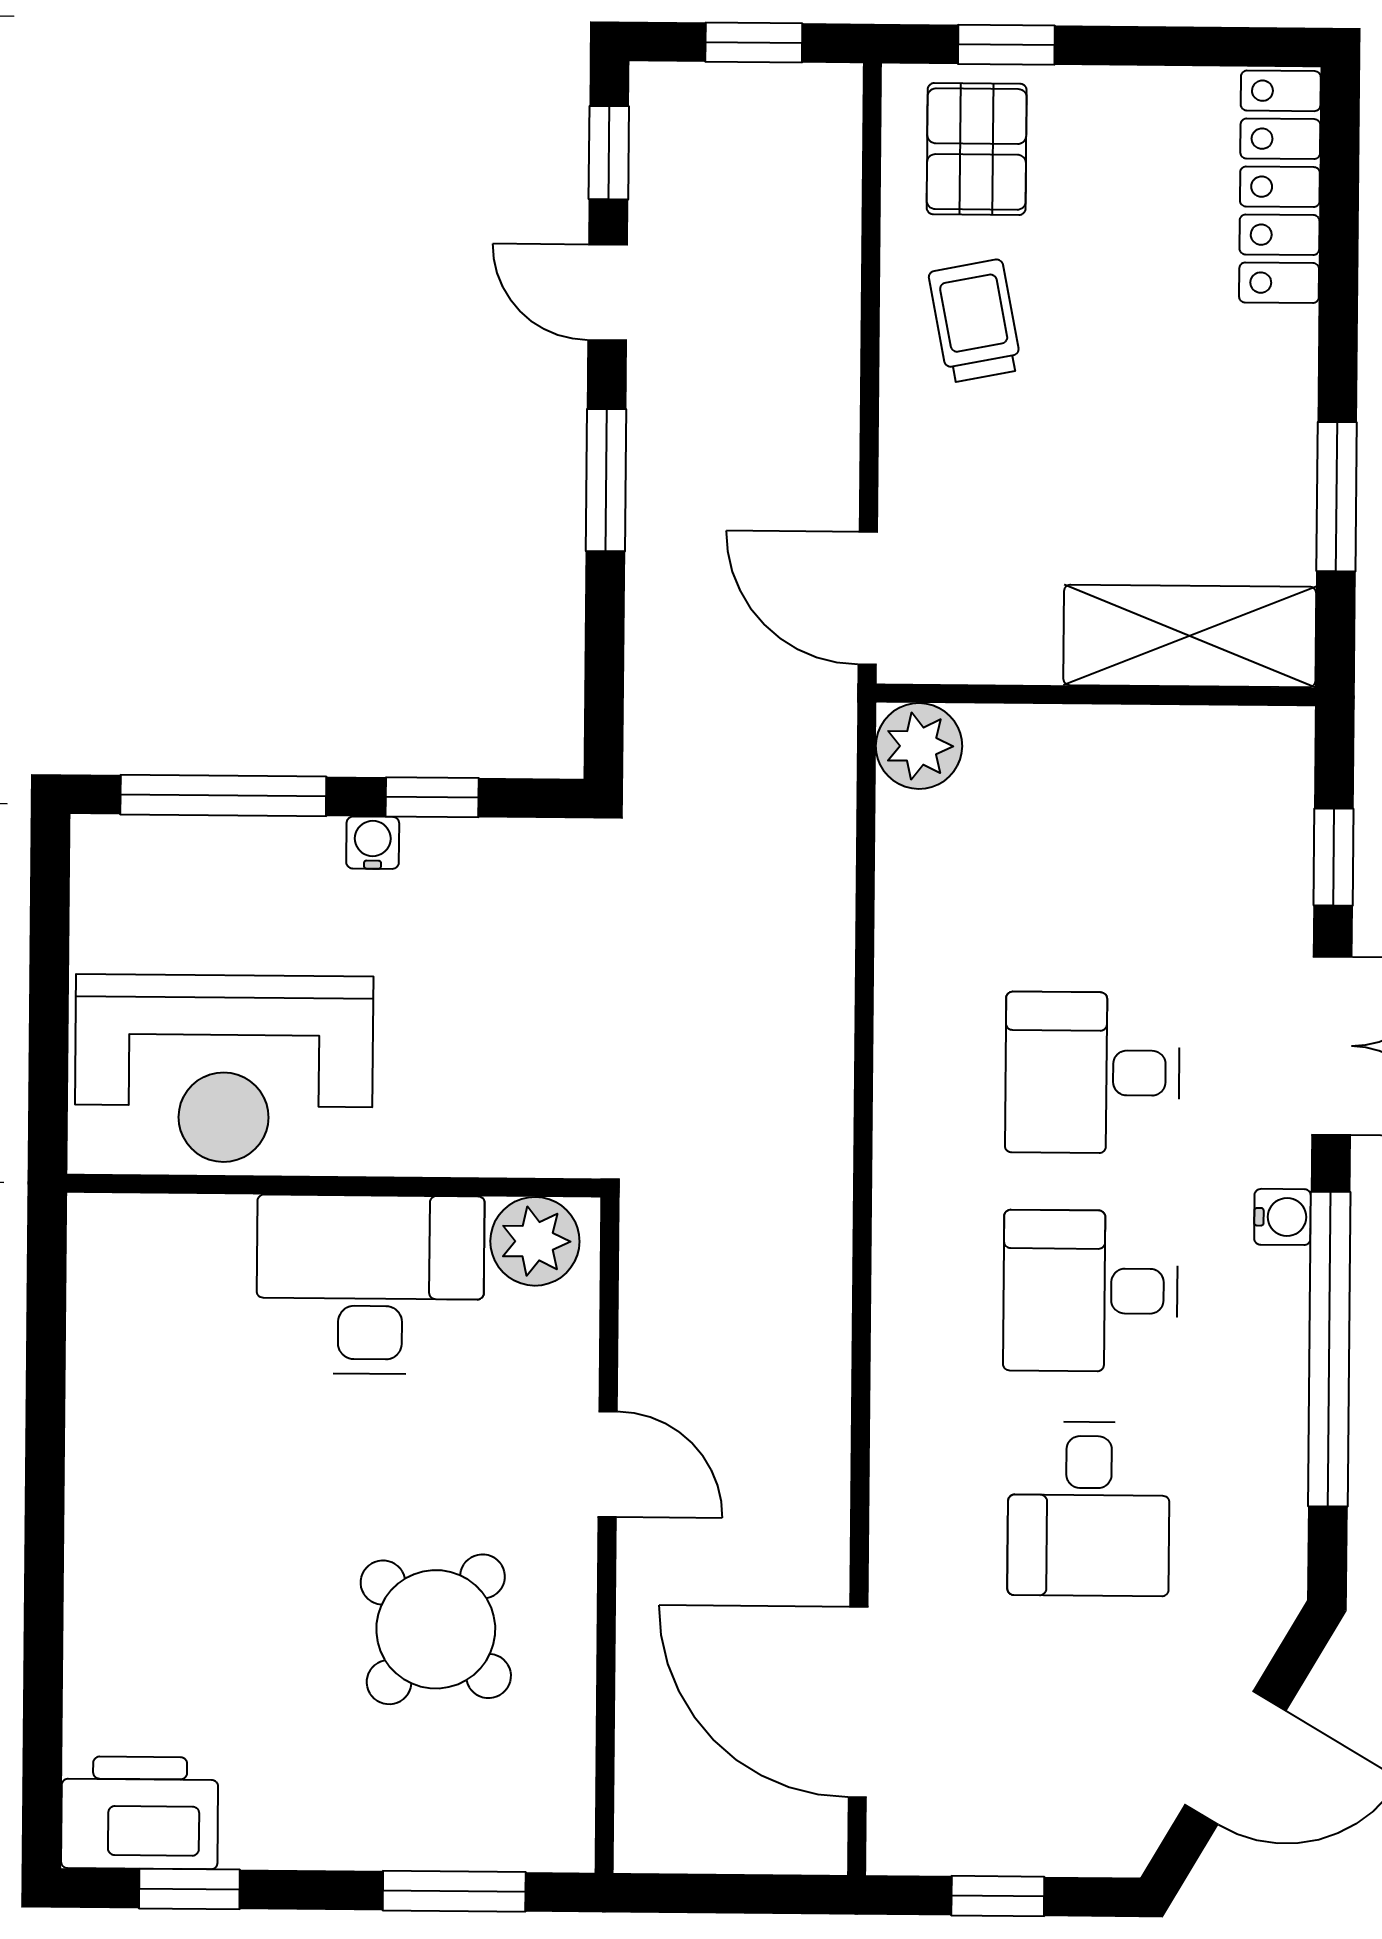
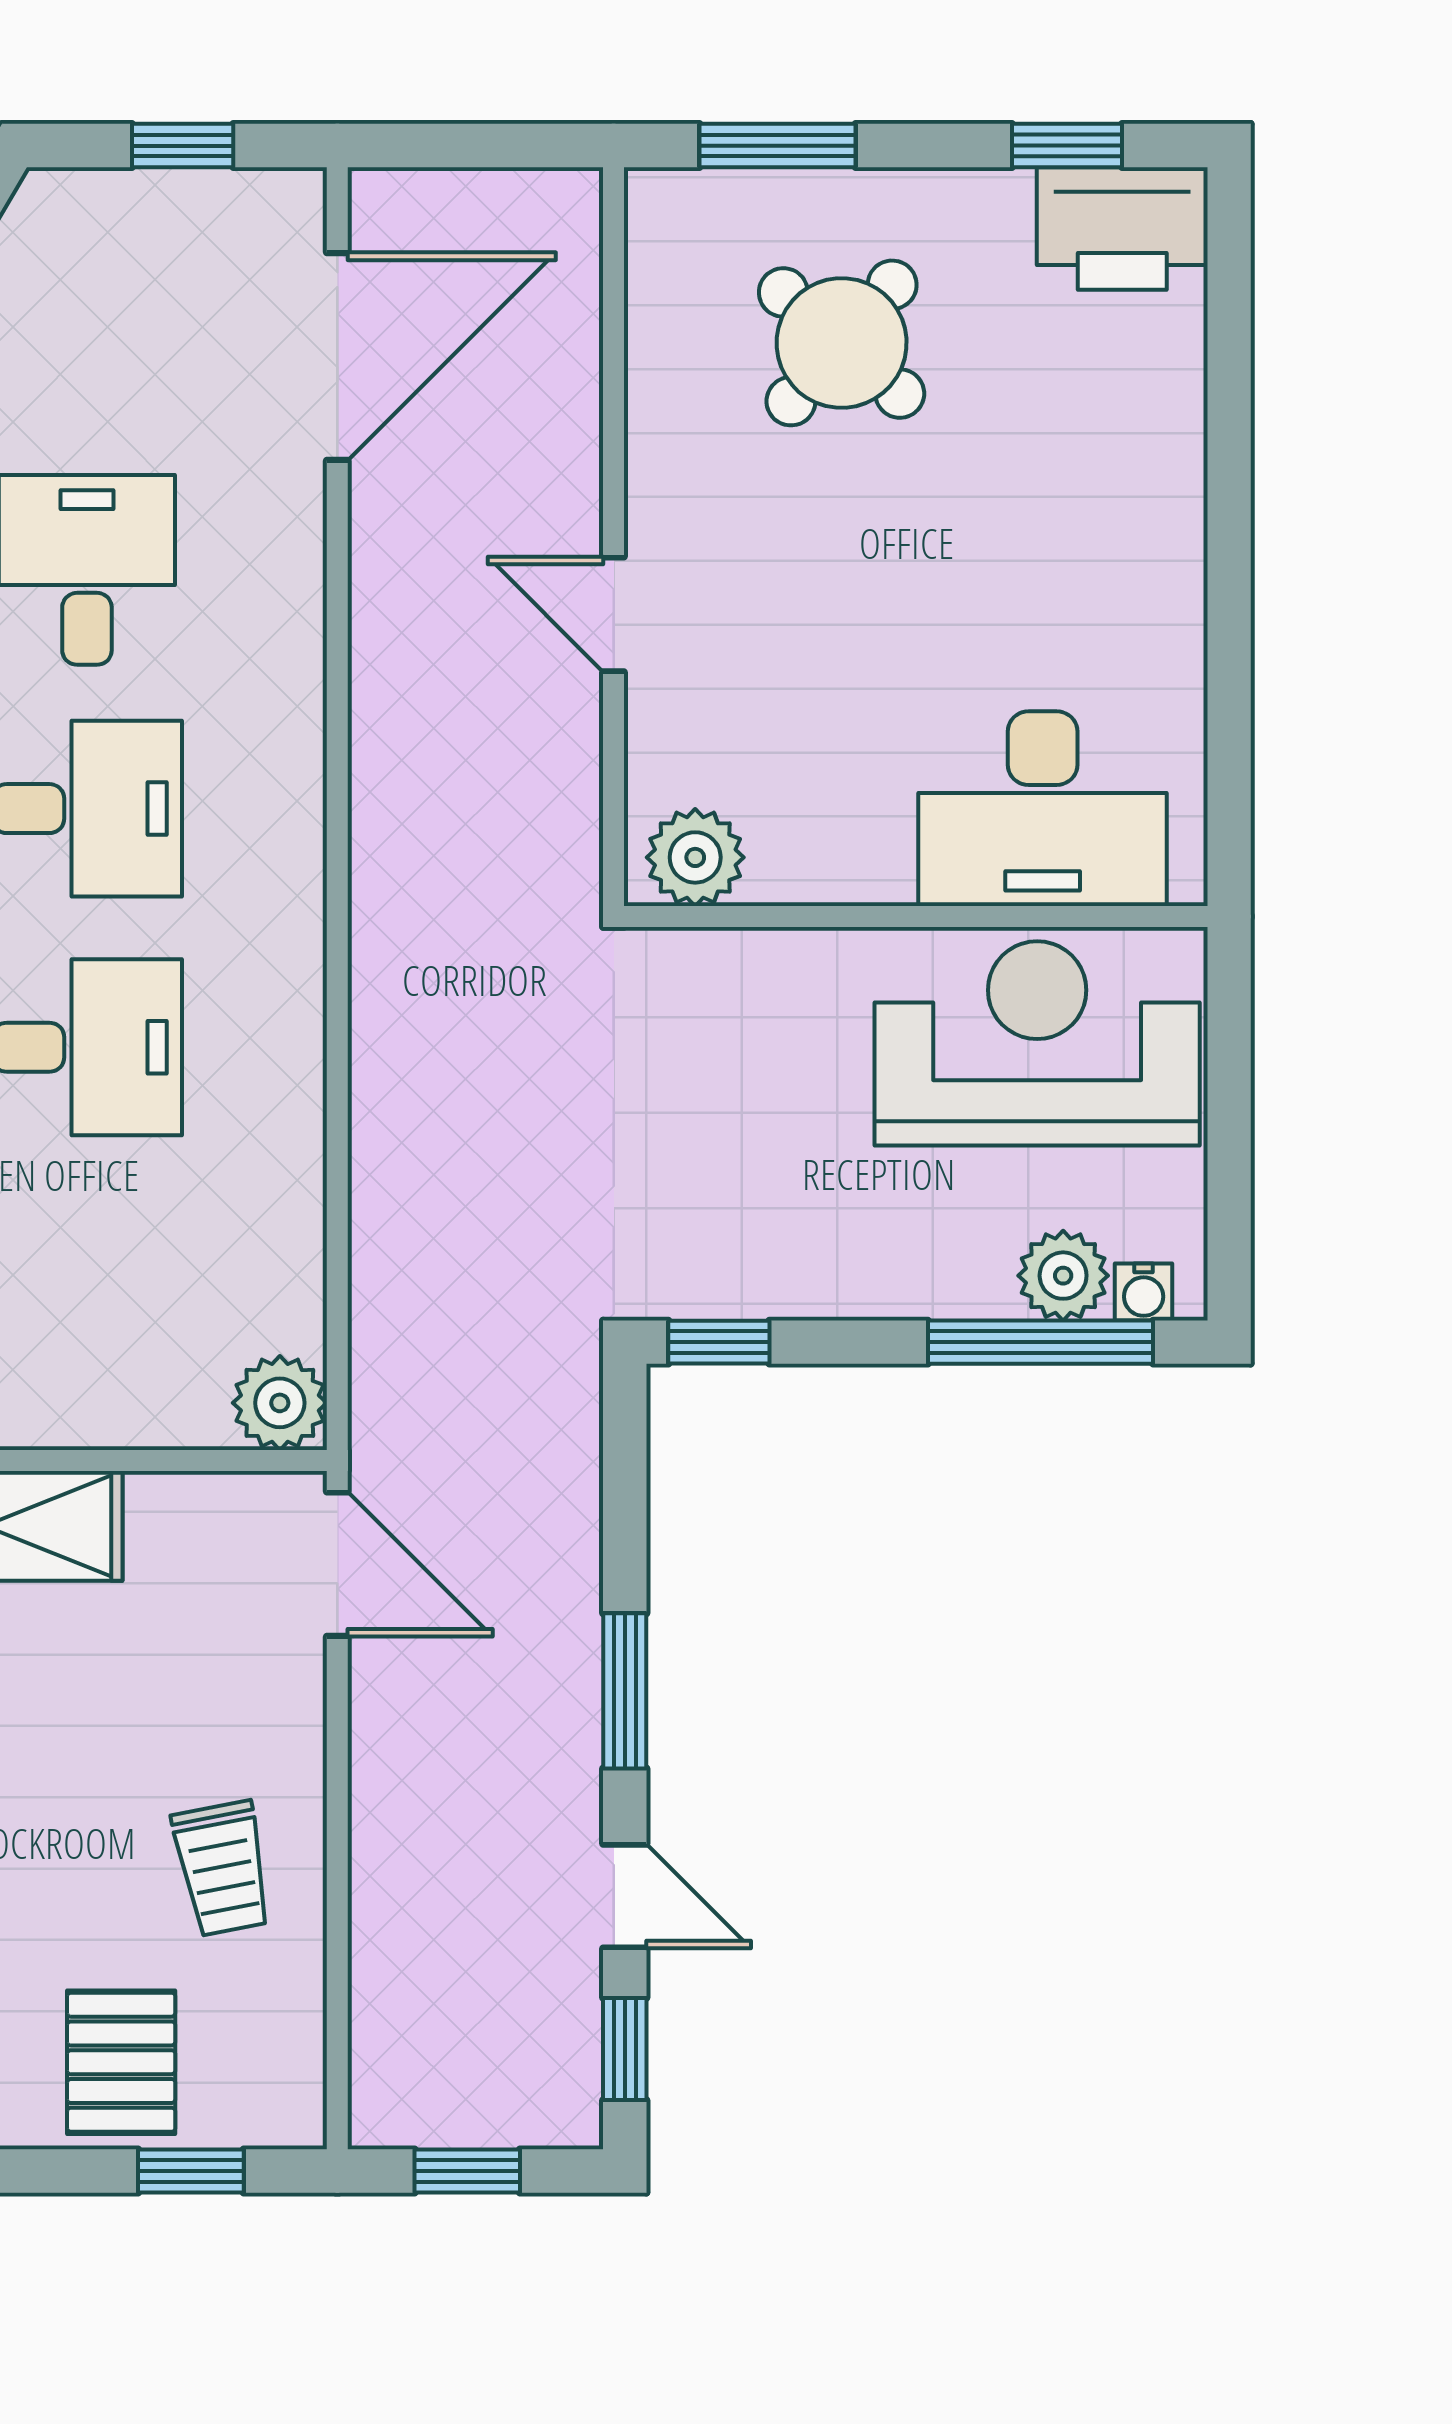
pallet: (977, 149) -> (121, 2062), moved
window: (432, 797) -> (719, 1342), moved
water cooler: (373, 843) -> (1144, 1292), moved
plant: (202, 856) -> (1063, 1276), added
desk: (370, 1284) -> (1043, 809), moved
round table: (436, 1629) -> (842, 343), moved
door: (858, 1702) -> (337, 356), hinge flipped

